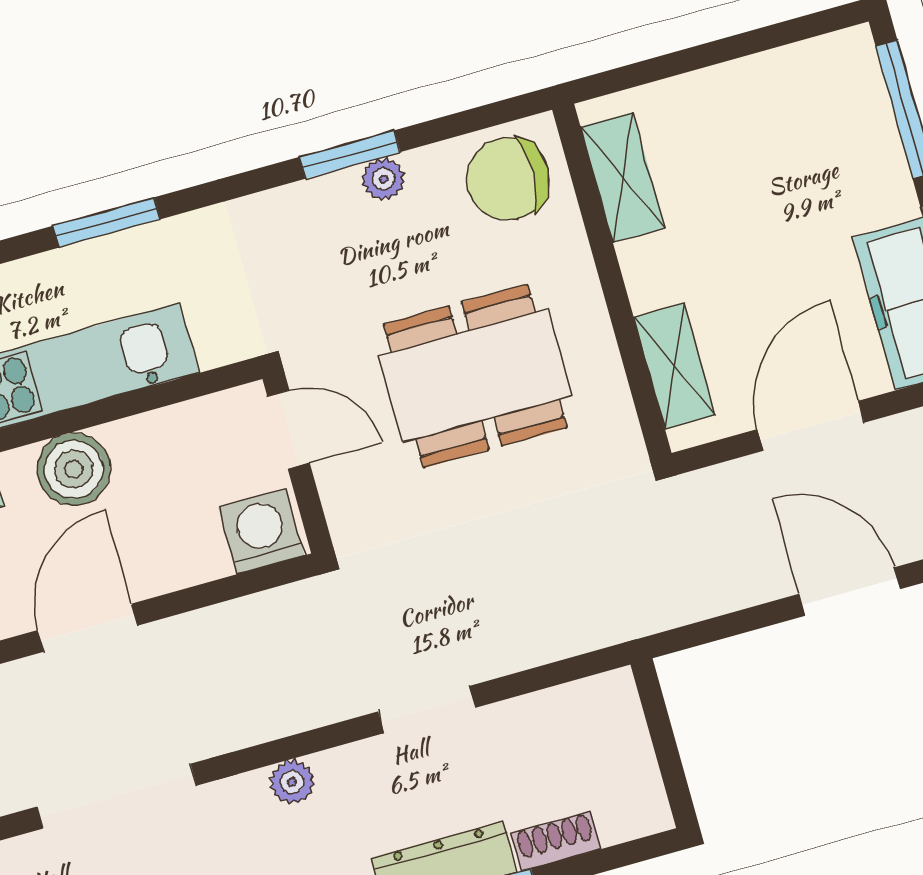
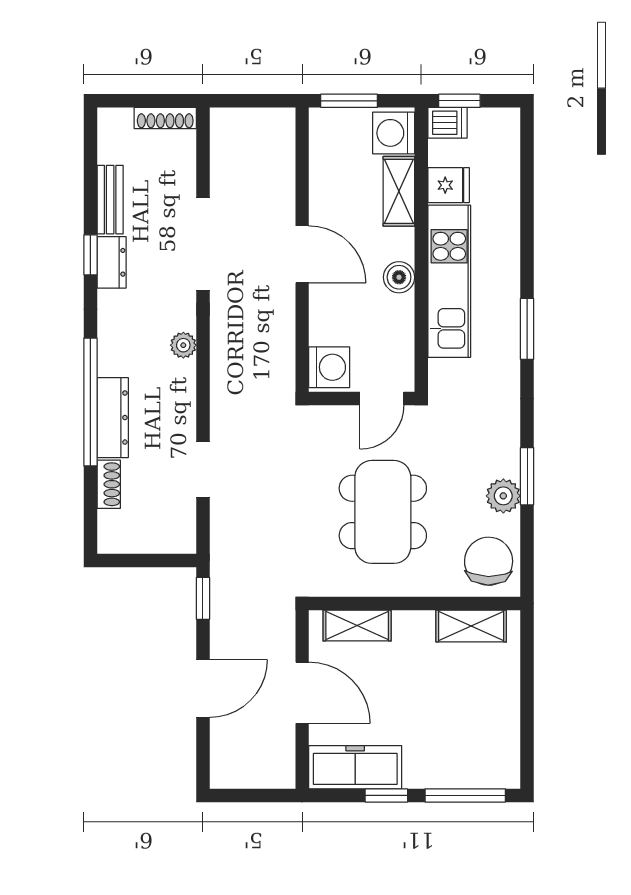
plant: (383, 179) -> (503, 496), width x1.38, depth x1.38
boiler: (74, 469) -> (399, 277), width x0.73, depth x0.73
window: (701, 633) -> (203, 598), added
doorway: (427, 709) -> (203, 469), moved

